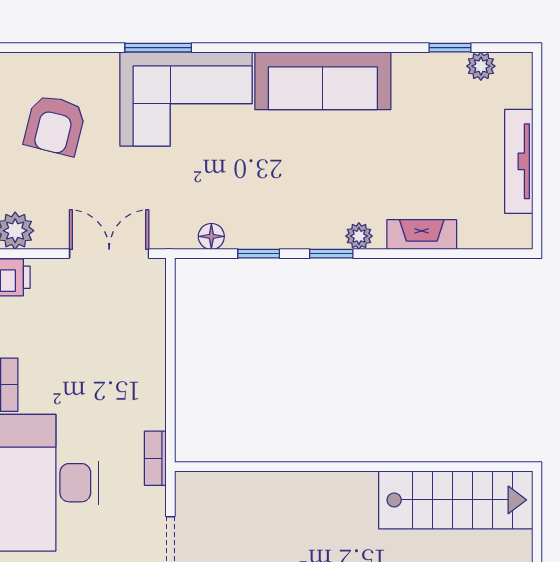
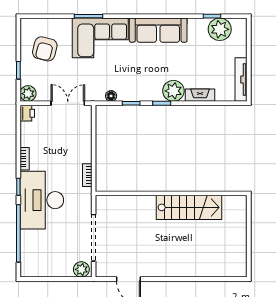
plant: (481, 66) -> (220, 29), width x1.88, depth x1.88
tv unit: (519, 161) -> (241, 79), moved
plant: (359, 236) -> (173, 91), width x1.88, depth x1.88
bookcase: (155, 458) -> (87, 175), moved
stairs: (456, 500) -> (189, 207), moved

